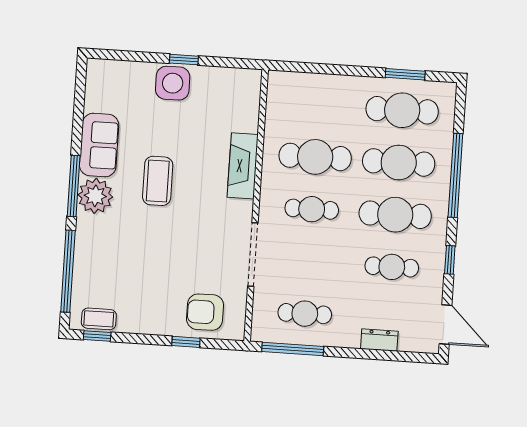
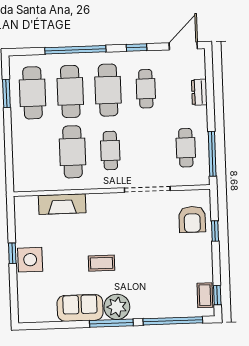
fireplace: (243, 166) -> (62, 204), moved
coffee table: (158, 181) -> (101, 263), width x0.73, depth x0.77

